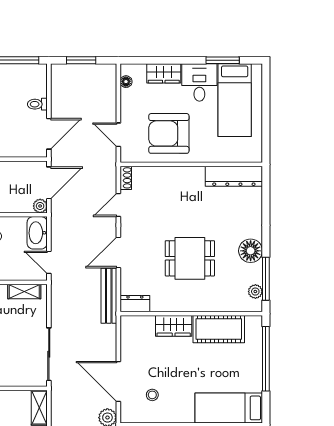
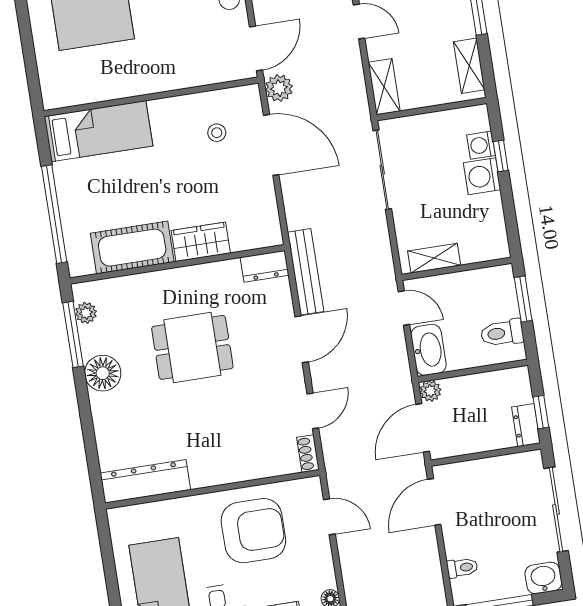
toilet: (37, 104) -> (462, 568), moved

